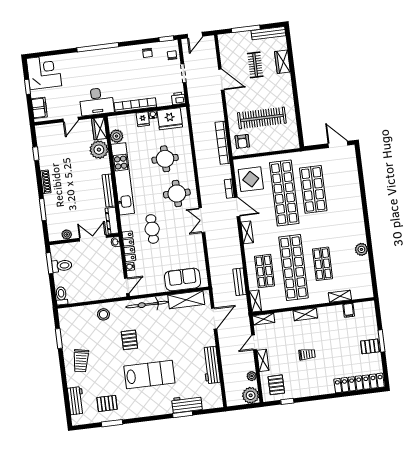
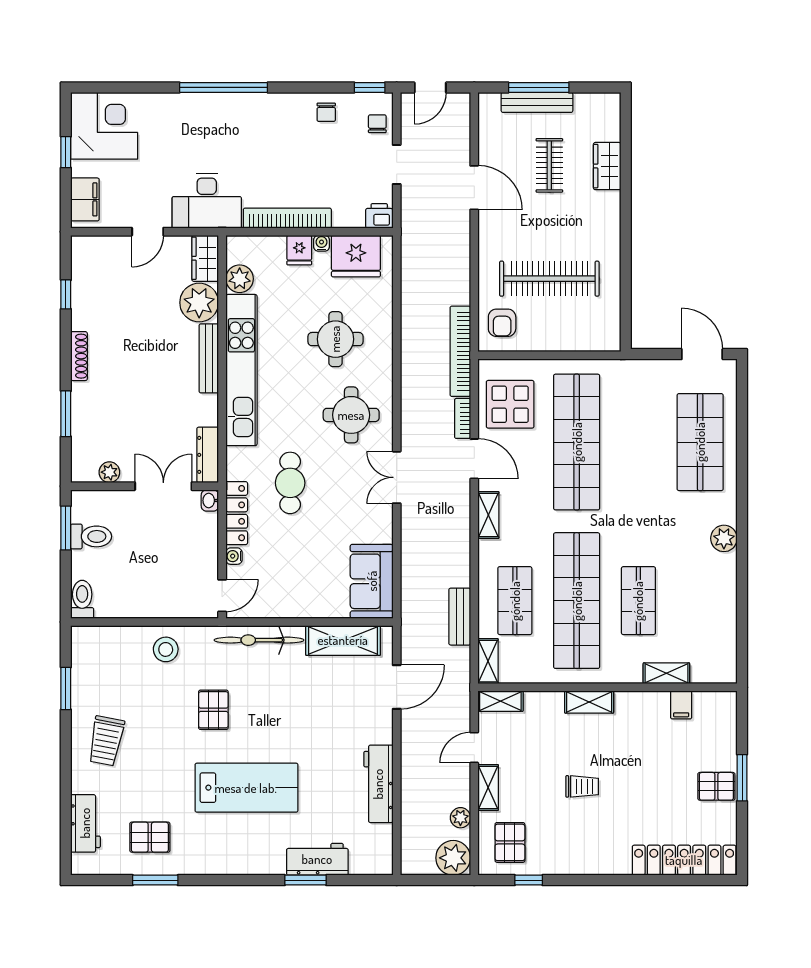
bench: (268, 33) -> (537, 102), moved
bookcase: (223, 143) -> (460, 351), moved
shop shelf: (313, 189) -> (700, 442), moved
bench: (109, 190) -> (209, 358), moved
plant: (361, 249) -> (724, 538), moved
sofa: (182, 279) -> (372, 581), moved, turned -90

